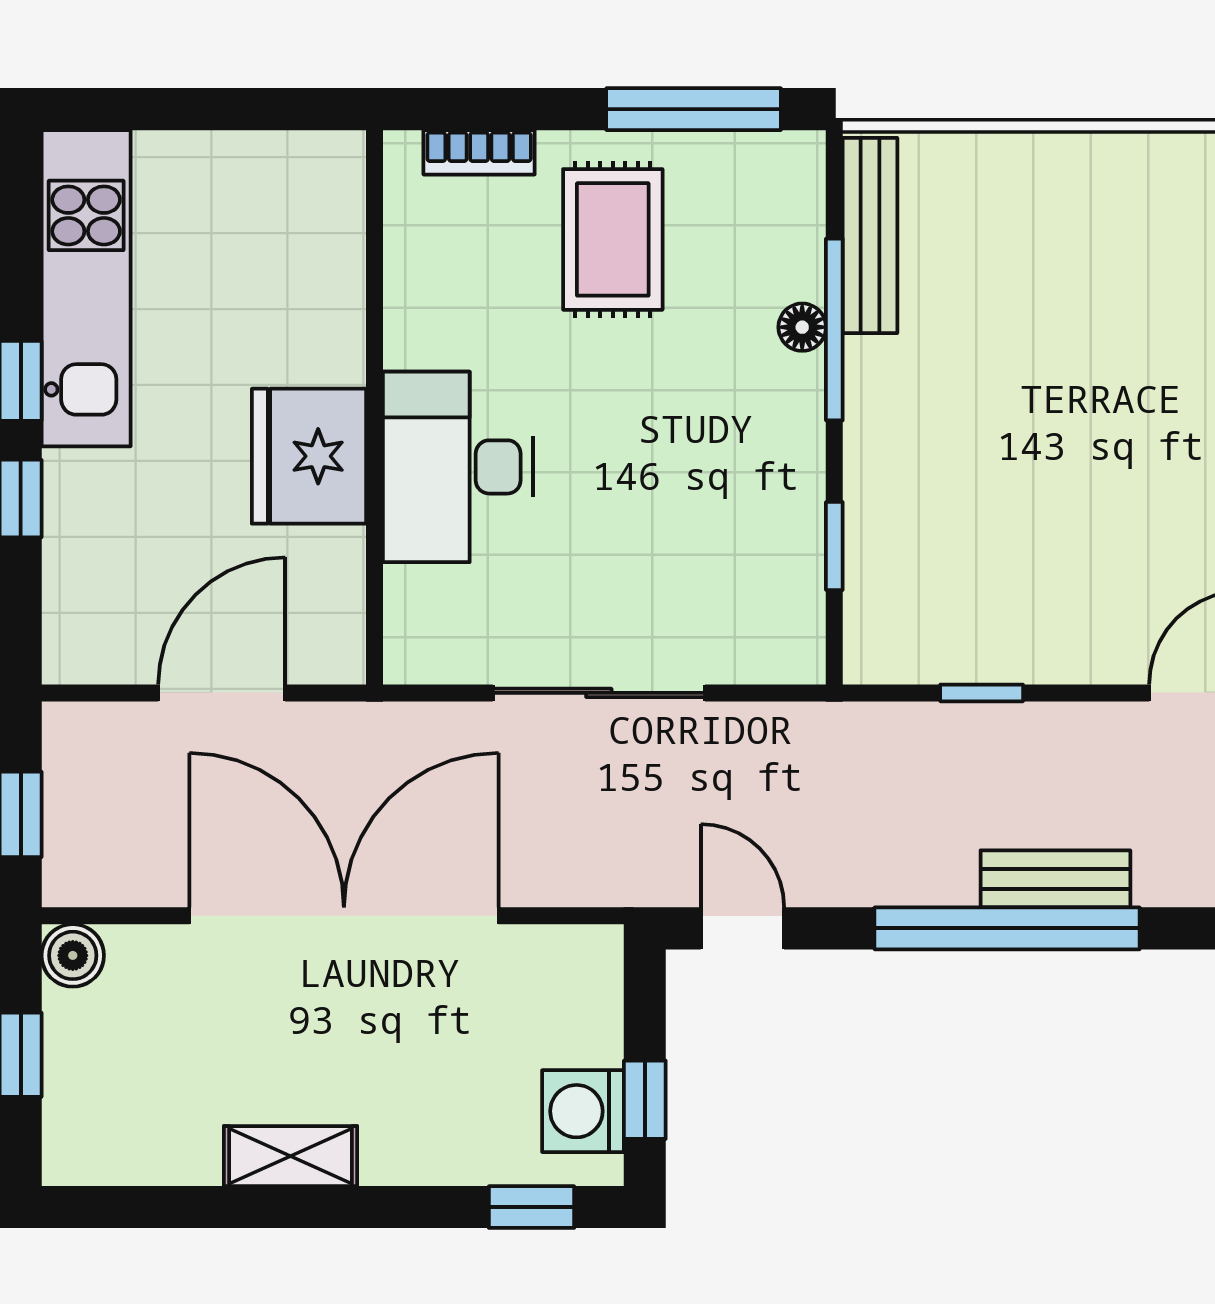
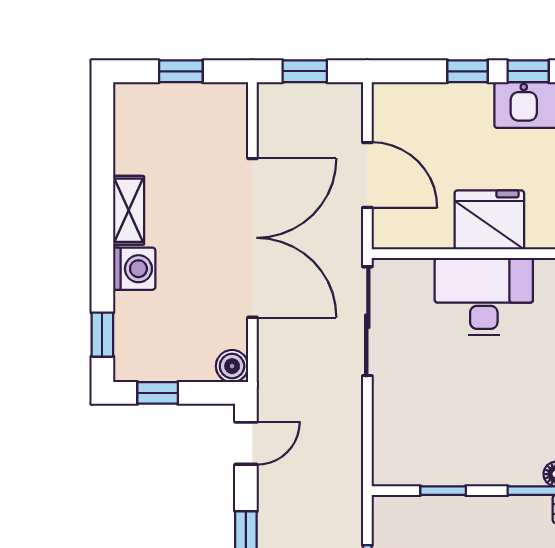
sliding door: (599, 693) -> (367, 321), moved
boiler: (73, 955) -> (232, 366), moved
washing machine: (583, 1111) -> (134, 269), moved, turned 90

